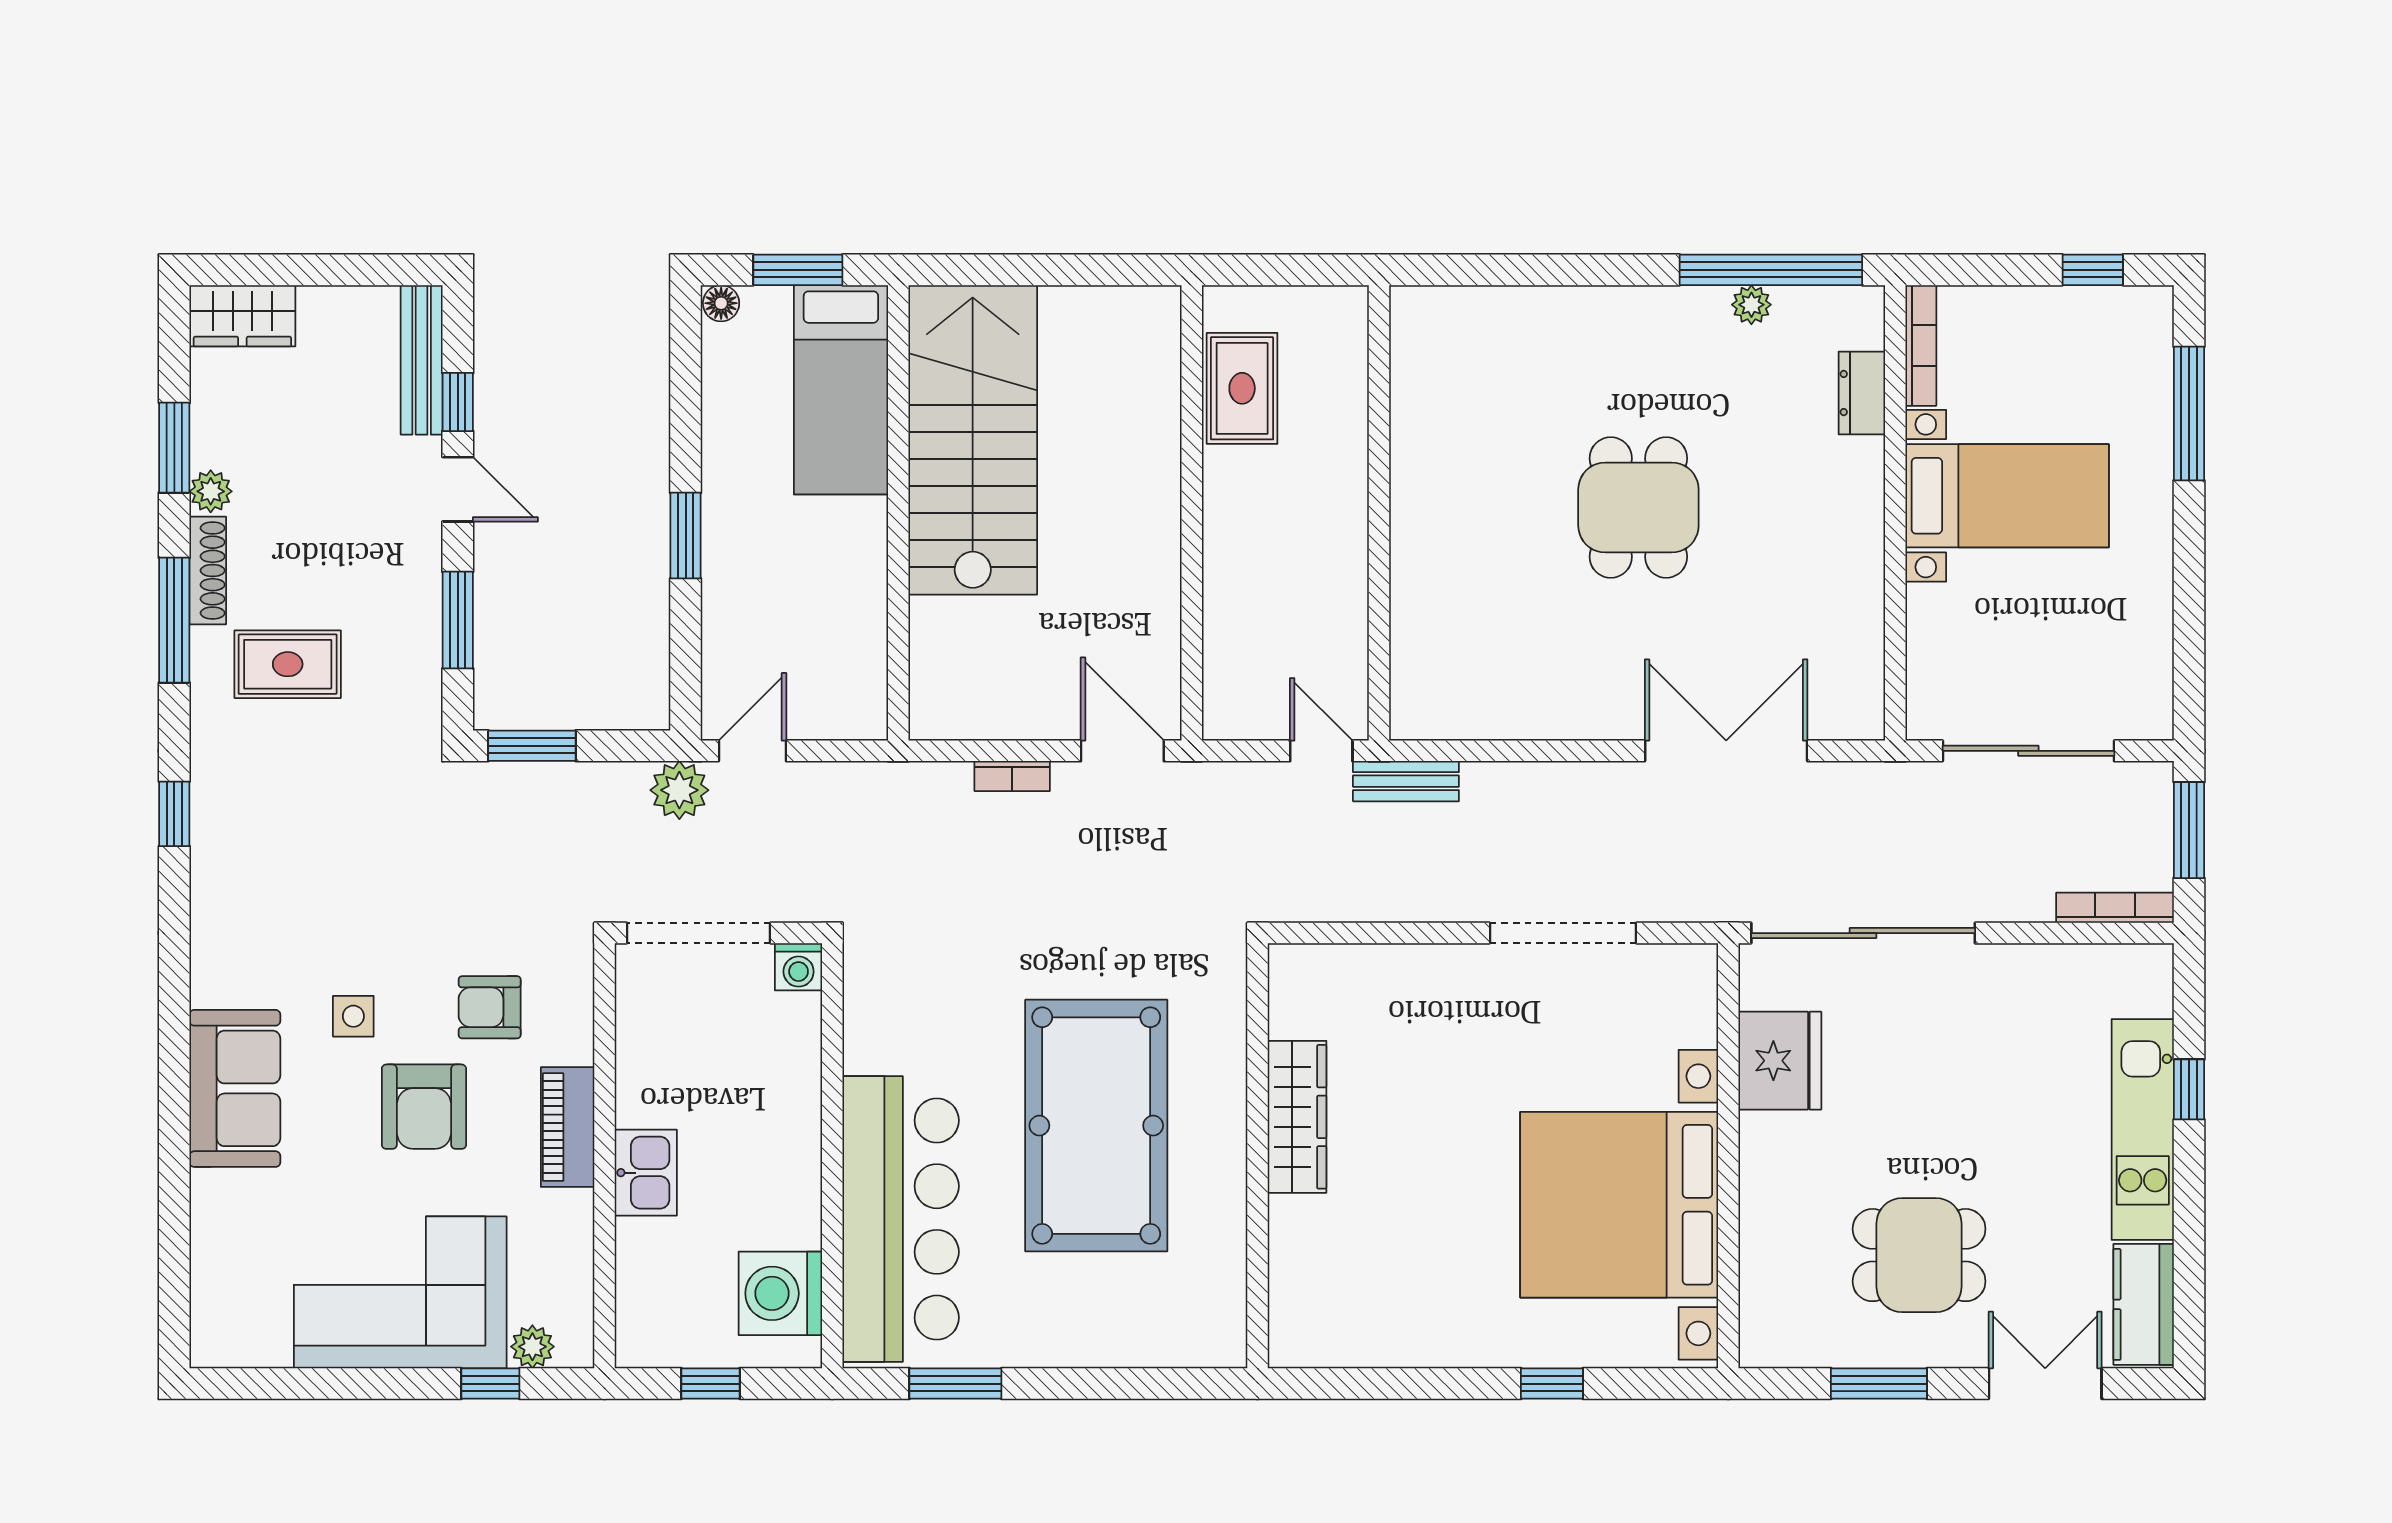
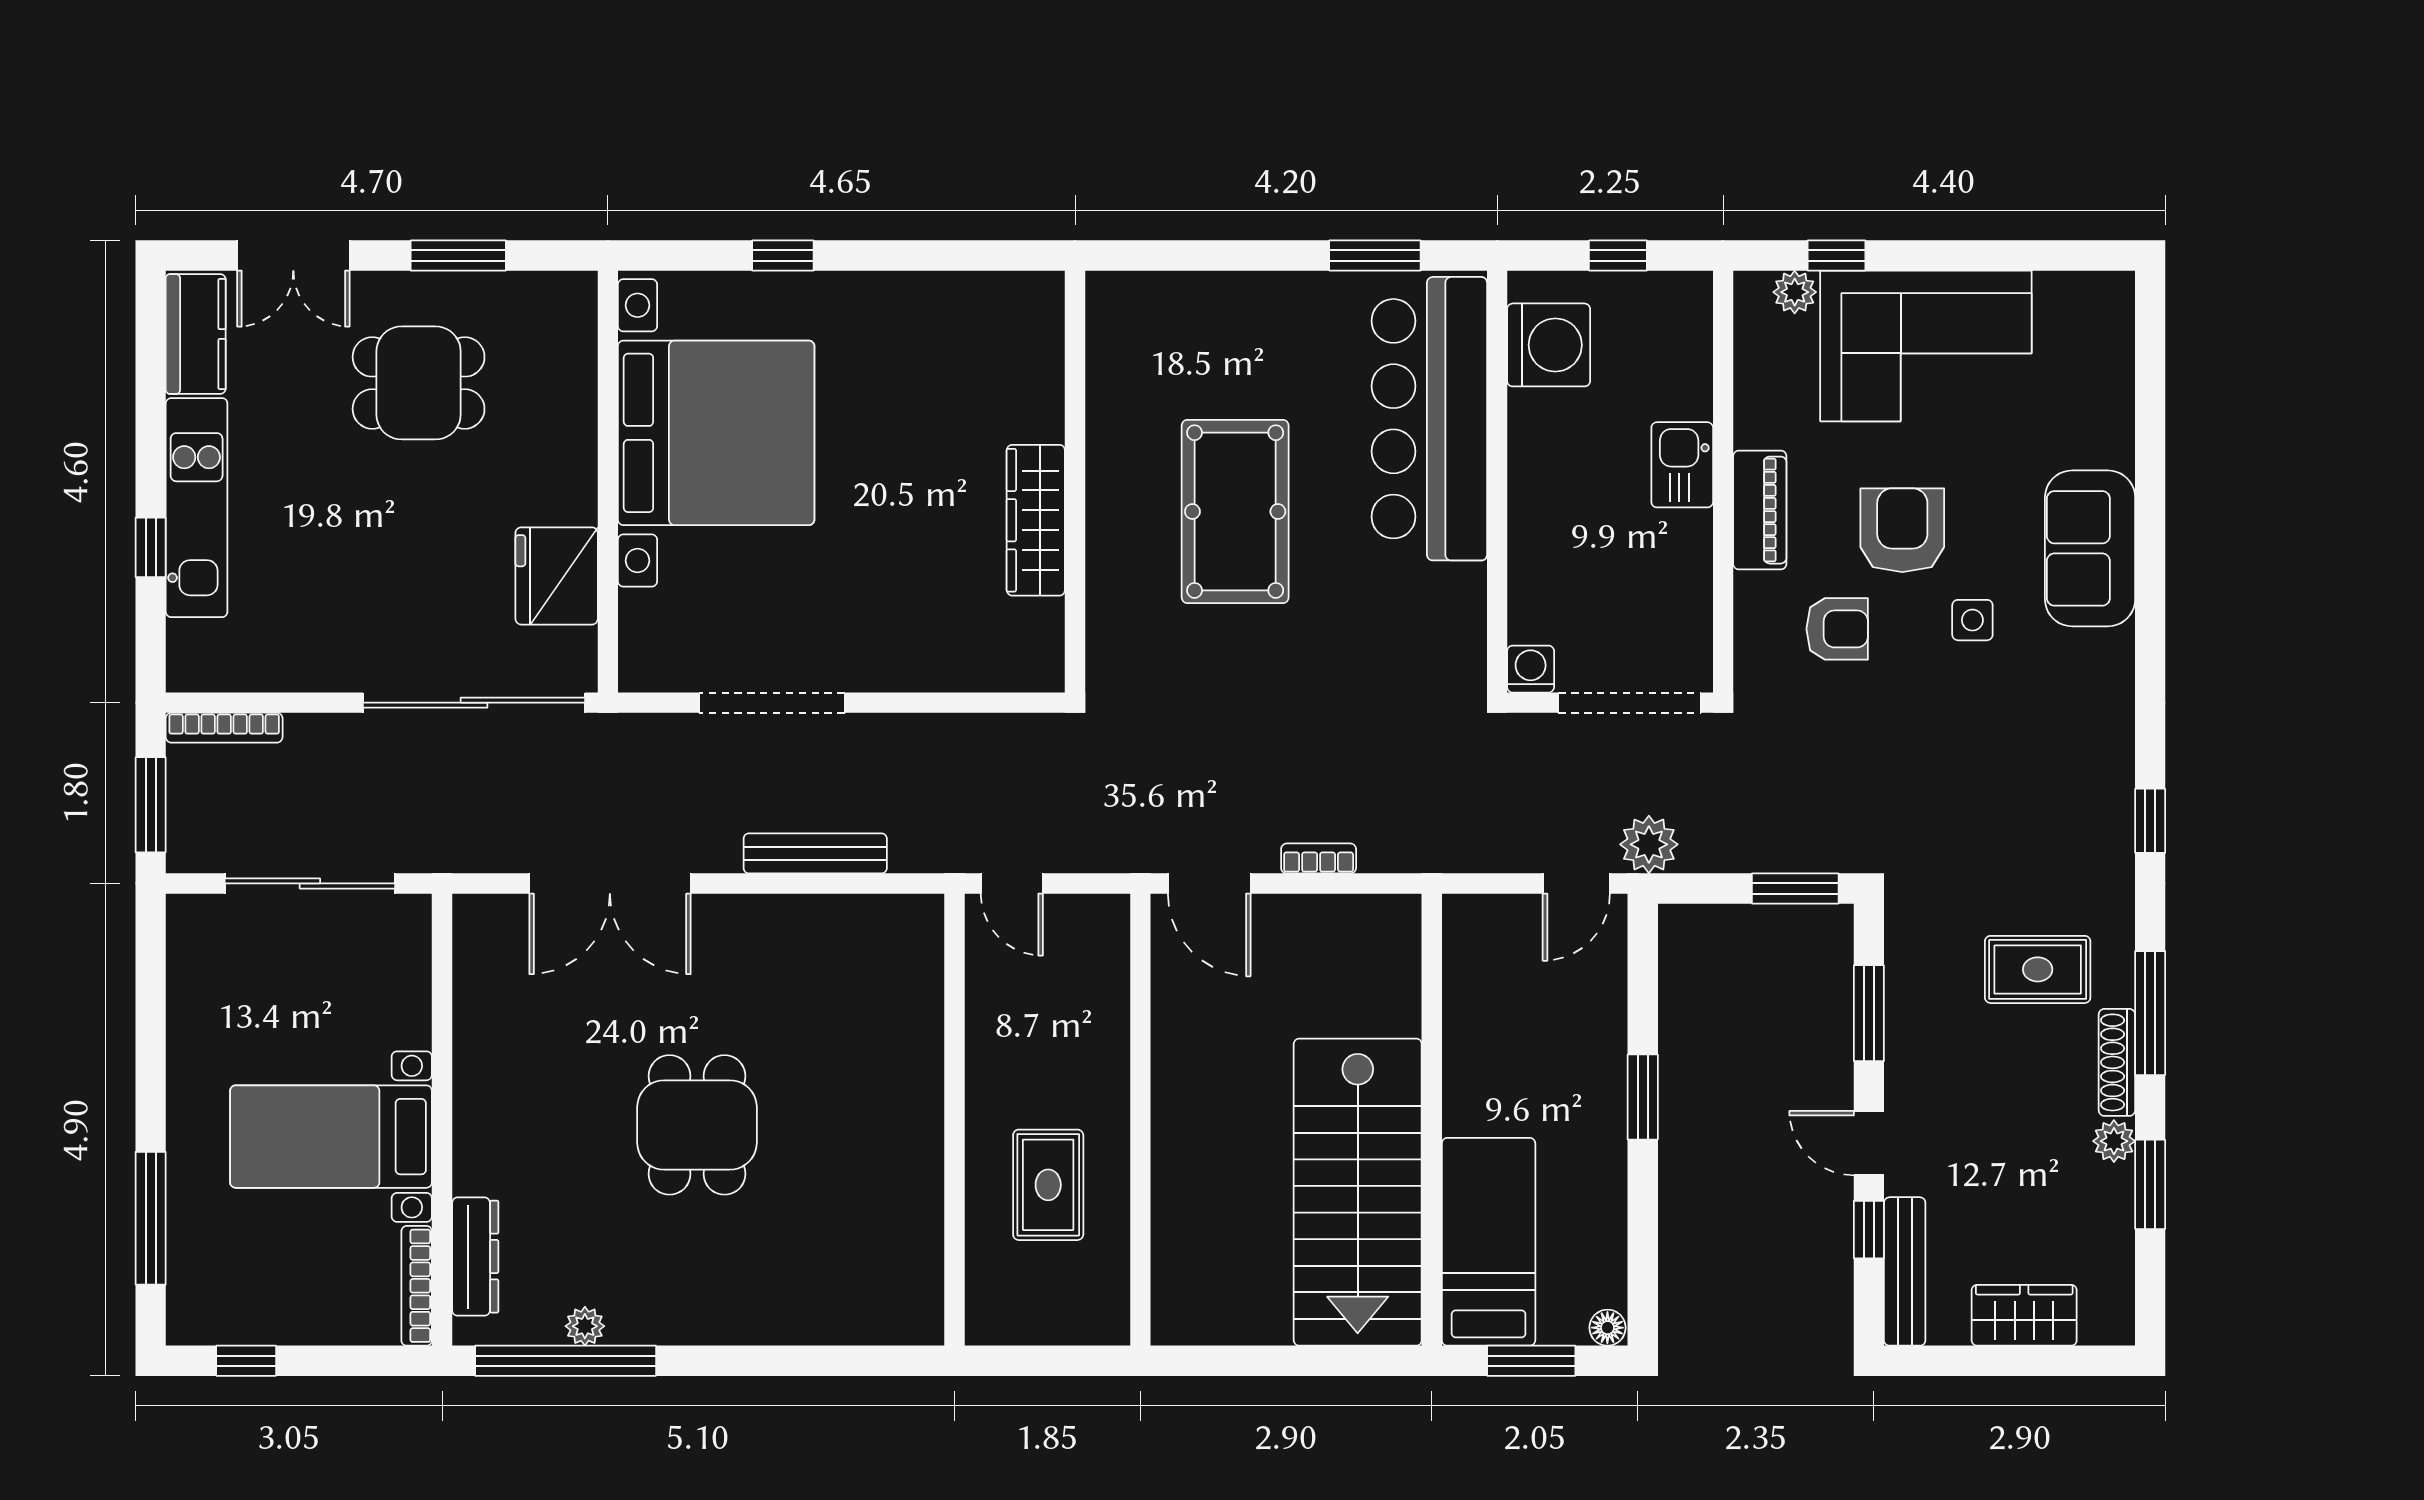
wardrobe: (242, 316) -> (2024, 1315), moved
rug: (1242, 388) -> (1048, 1185), moved
dresser: (1862, 393) -> (475, 1257), width x1.44
bench: (1406, 781) -> (815, 853), moved, width x1.36
pool table: (1096, 1126) -> (1235, 512), width x0.73, depth x0.76

